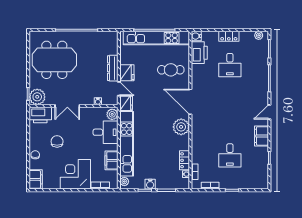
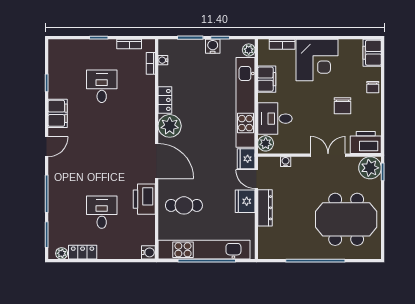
locker: (229, 36) -> (83, 252), moved
printer: (199, 53) -> (144, 199), moved
locker: (184, 160) -> (165, 100), moved

